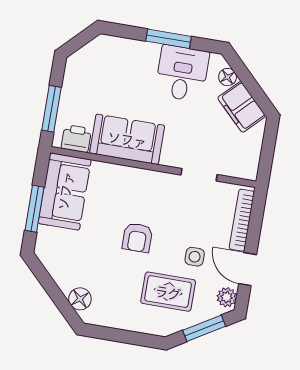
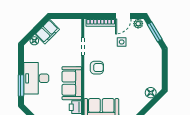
window: (169, 39) -> (21, 86), moved
desk: (182, 73) -> (36, 78), moved, width x1.37
armchair: (137, 238) -> (97, 68), moved
rug: (168, 292) -> (140, 52), removed

